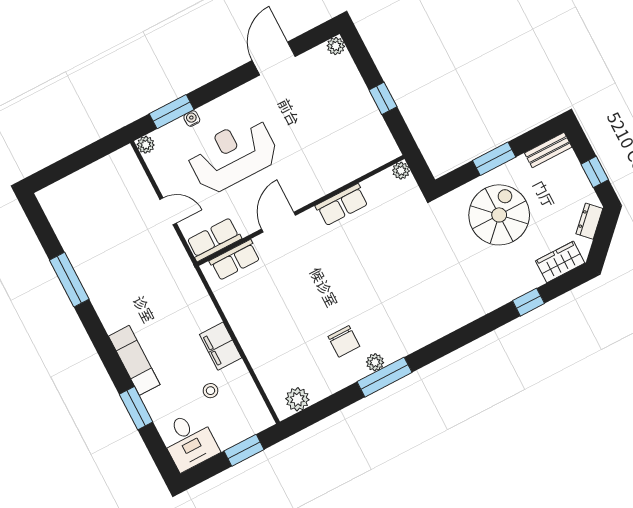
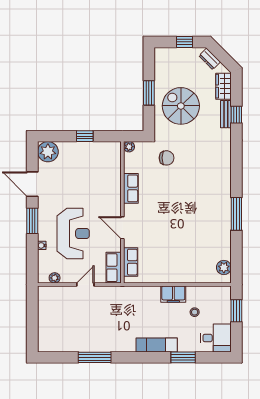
plant: (336, 46) -> (48, 152), width x1.87, depth x1.87
window: (172, 112) -> (32, 221), moved
plant: (146, 145) -> (55, 278), moved
bench: (548, 150) -> (226, 114), moved
reception desk: (233, 155) -> (73, 233), turned 180
chair: (344, 341) -> (167, 158), moved
plant: (375, 362) -> (226, 215), removed

